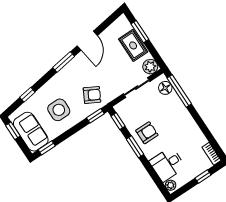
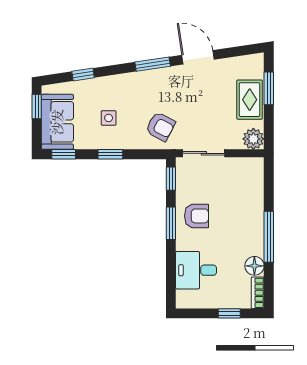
door: (87, 41) -> (198, 57), swing flipped
sliding door: (137, 88) -> (204, 153), moved
floor lamp: (165, 88) -> (254, 266), moved
window: (179, 91) -> (269, 237), moved
side table: (59, 110) -> (109, 118), width x0.54, depth x0.54
window: (95, 116) -> (110, 154), moved
plant: (171, 185) -> (183, 298), removed

